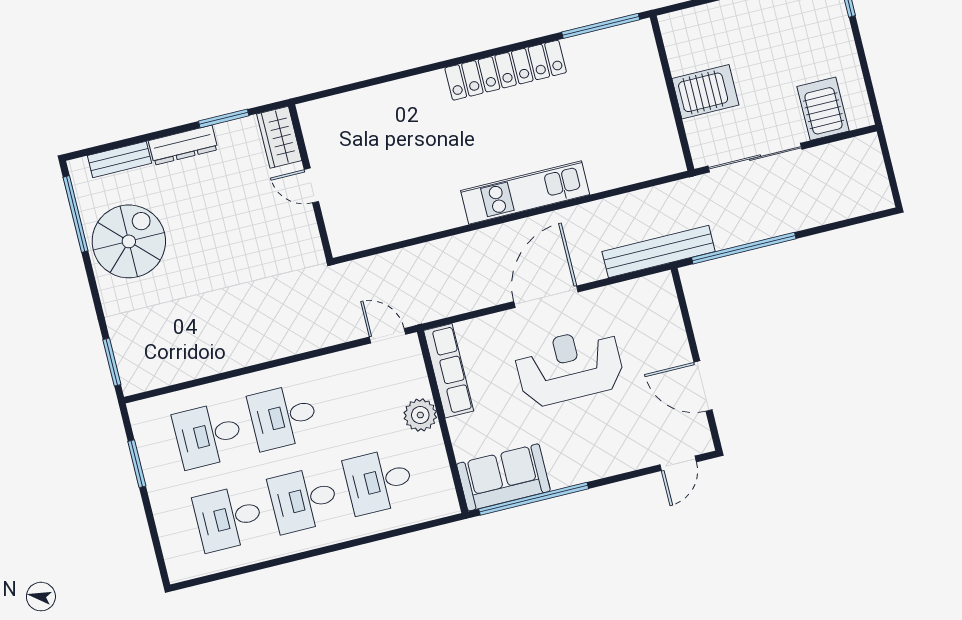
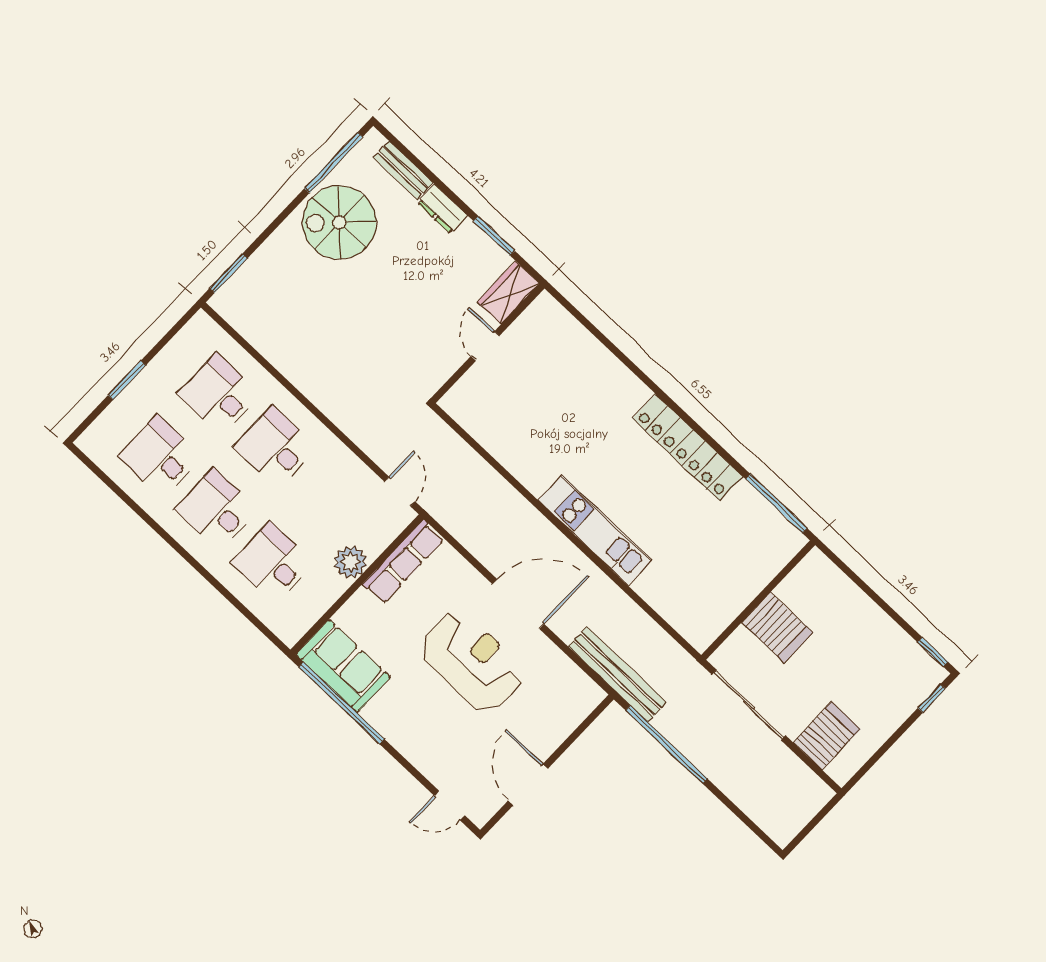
dresser: (183, 145) -> (442, 209), width x0.70
spiral stairs: (129, 241) -> (339, 222), turned 180
window: (137, 464) -> (127, 380), moved

